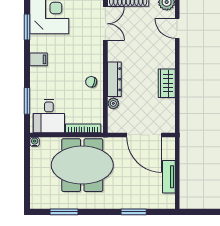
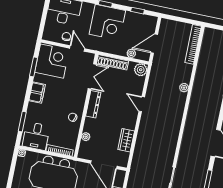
door: (177, 28) -> (142, 104), moved
filing cabinet: (39, 59) -> (37, 93), width x2.00
dresser: (114, 79) -> (93, 104), moved
wardrobe: (167, 83) -> (126, 140), moved

